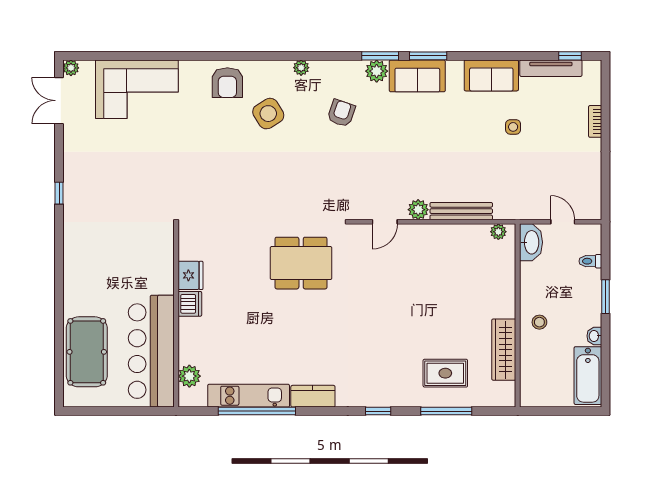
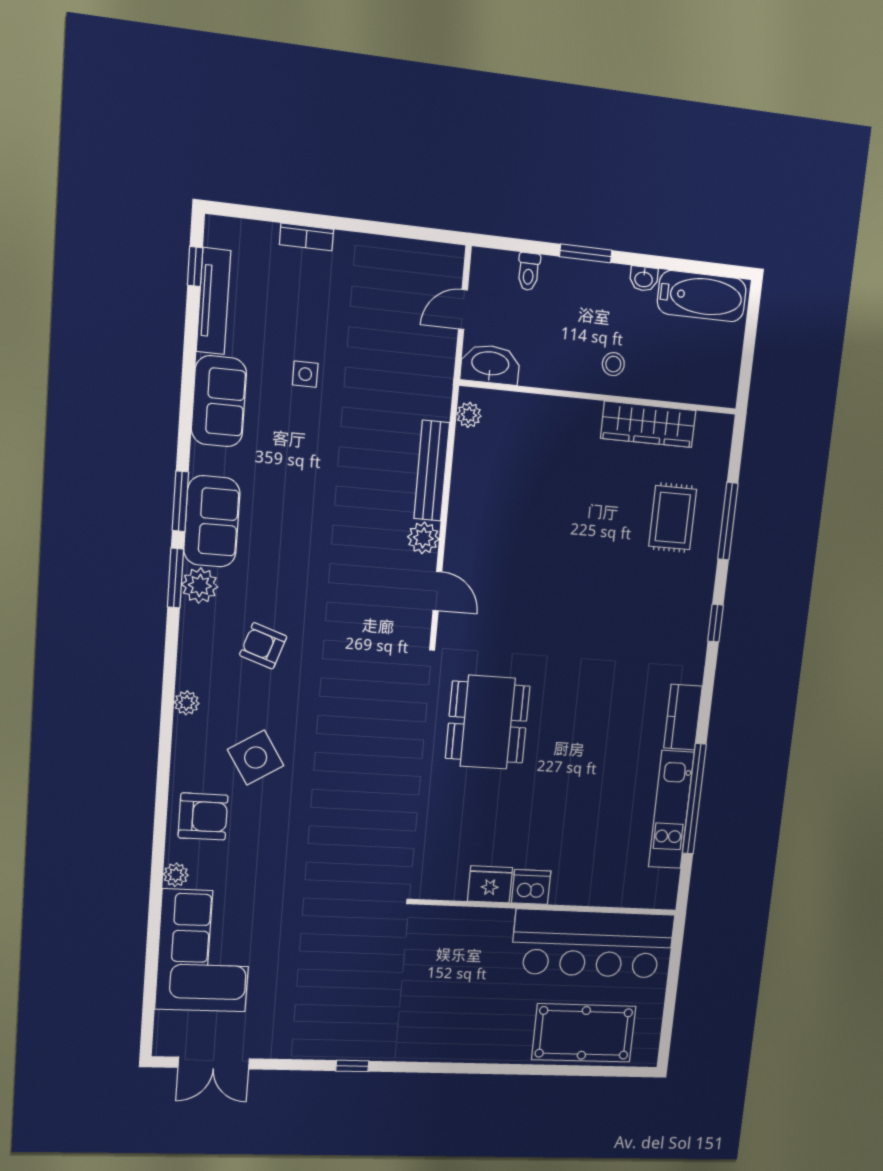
plant: (71, 68) -> (176, 875), moved
plant: (189, 376) -> (634, 892), removed

